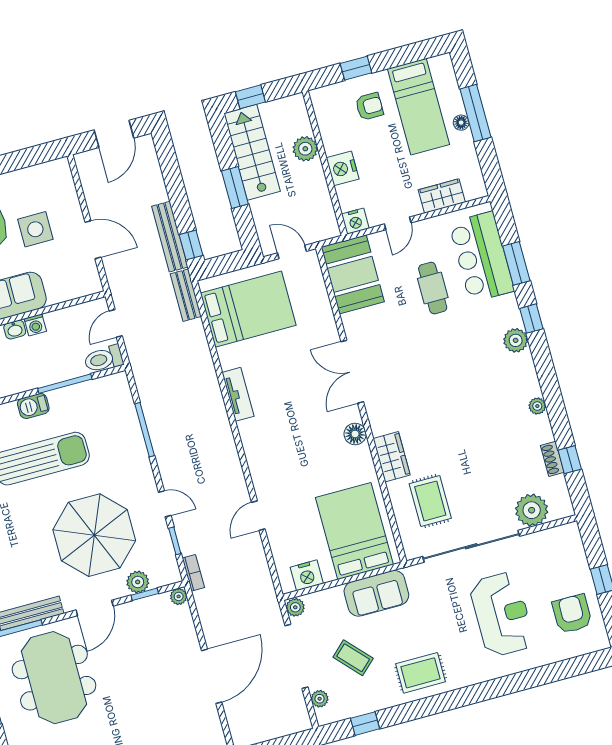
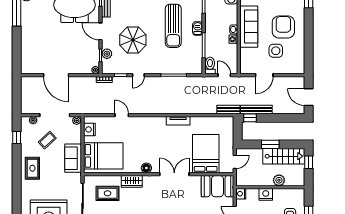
bed: (248, 309) -> (206, 154), moved, turned 180
parasol: (94, 535) -> (133, 40), width x0.73, depth x0.73

